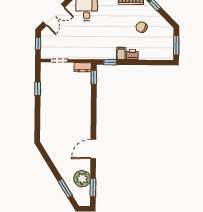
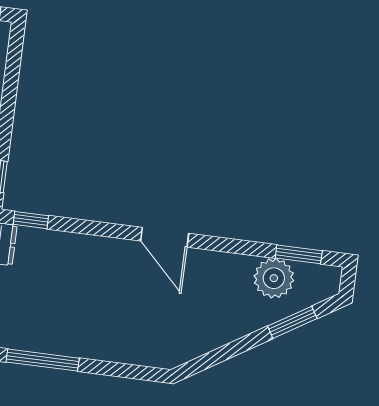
window: (38, 89) -> (43, 360), width x2.17
door: (93, 149) -> (165, 237), moved

